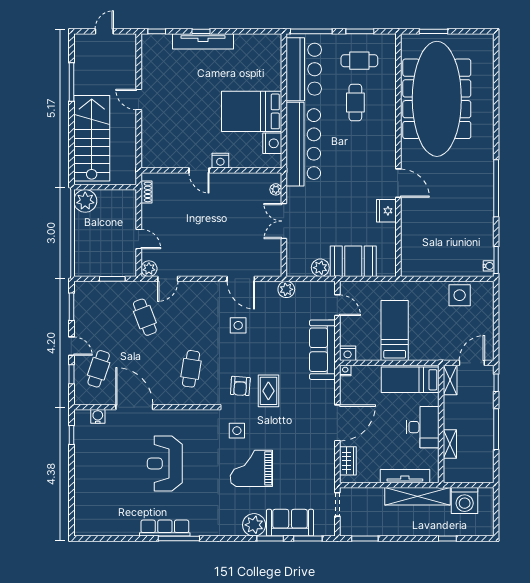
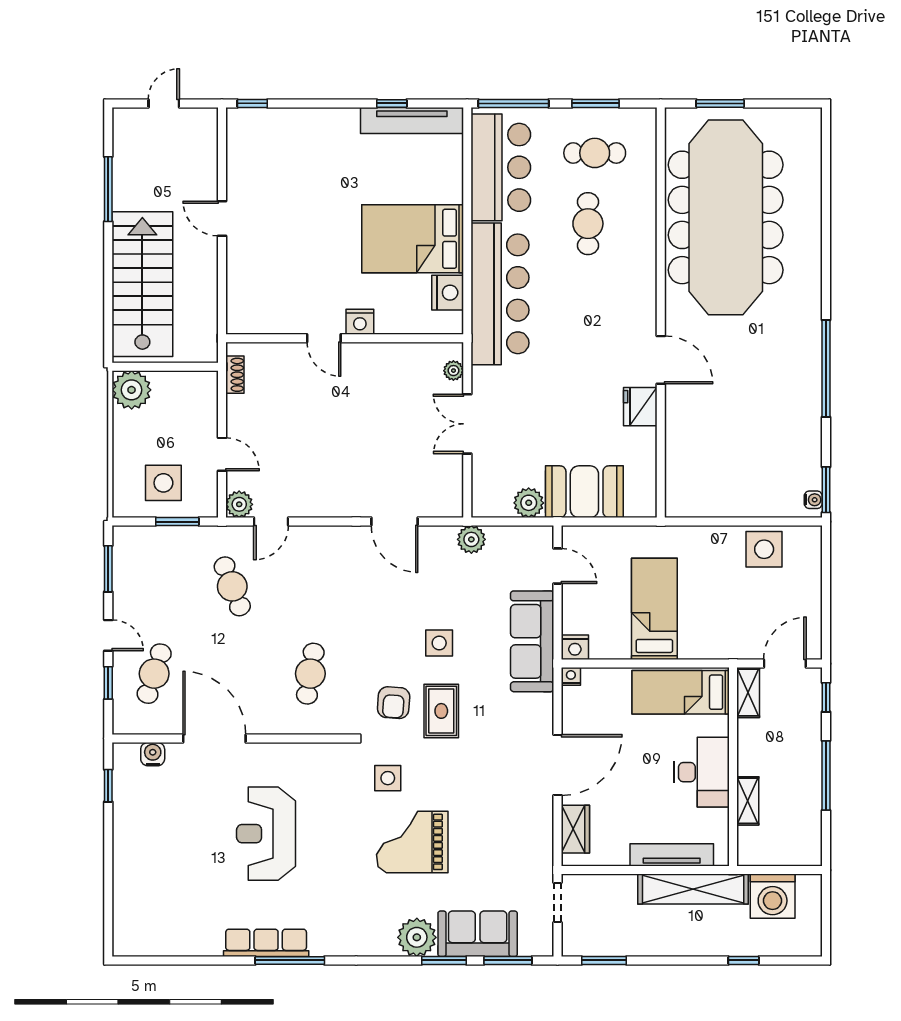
window: (201, 31) -> (392, 103), moved
tv unit: (203, 41) -> (412, 120), moved
side table: (104, 256) -> (163, 483), added
side table: (238, 325) -> (439, 643), moved

